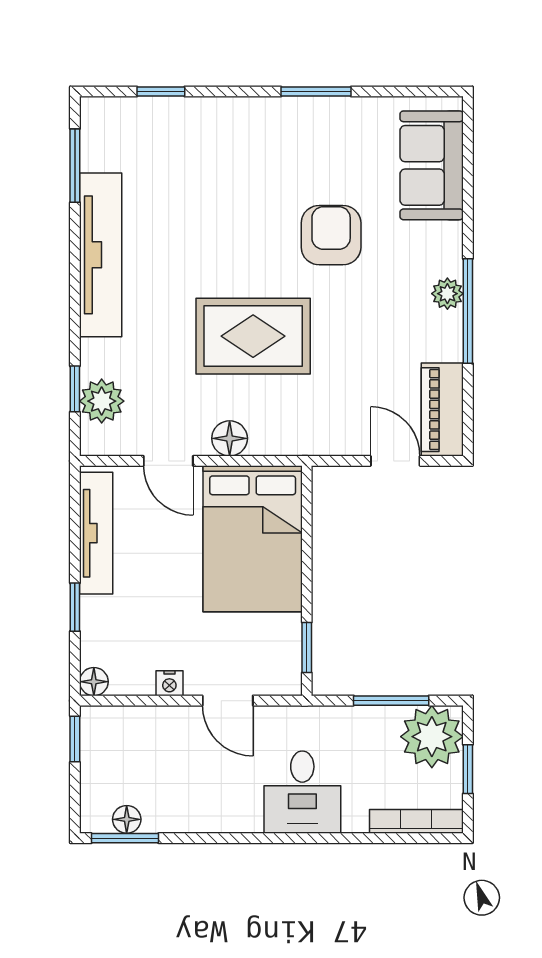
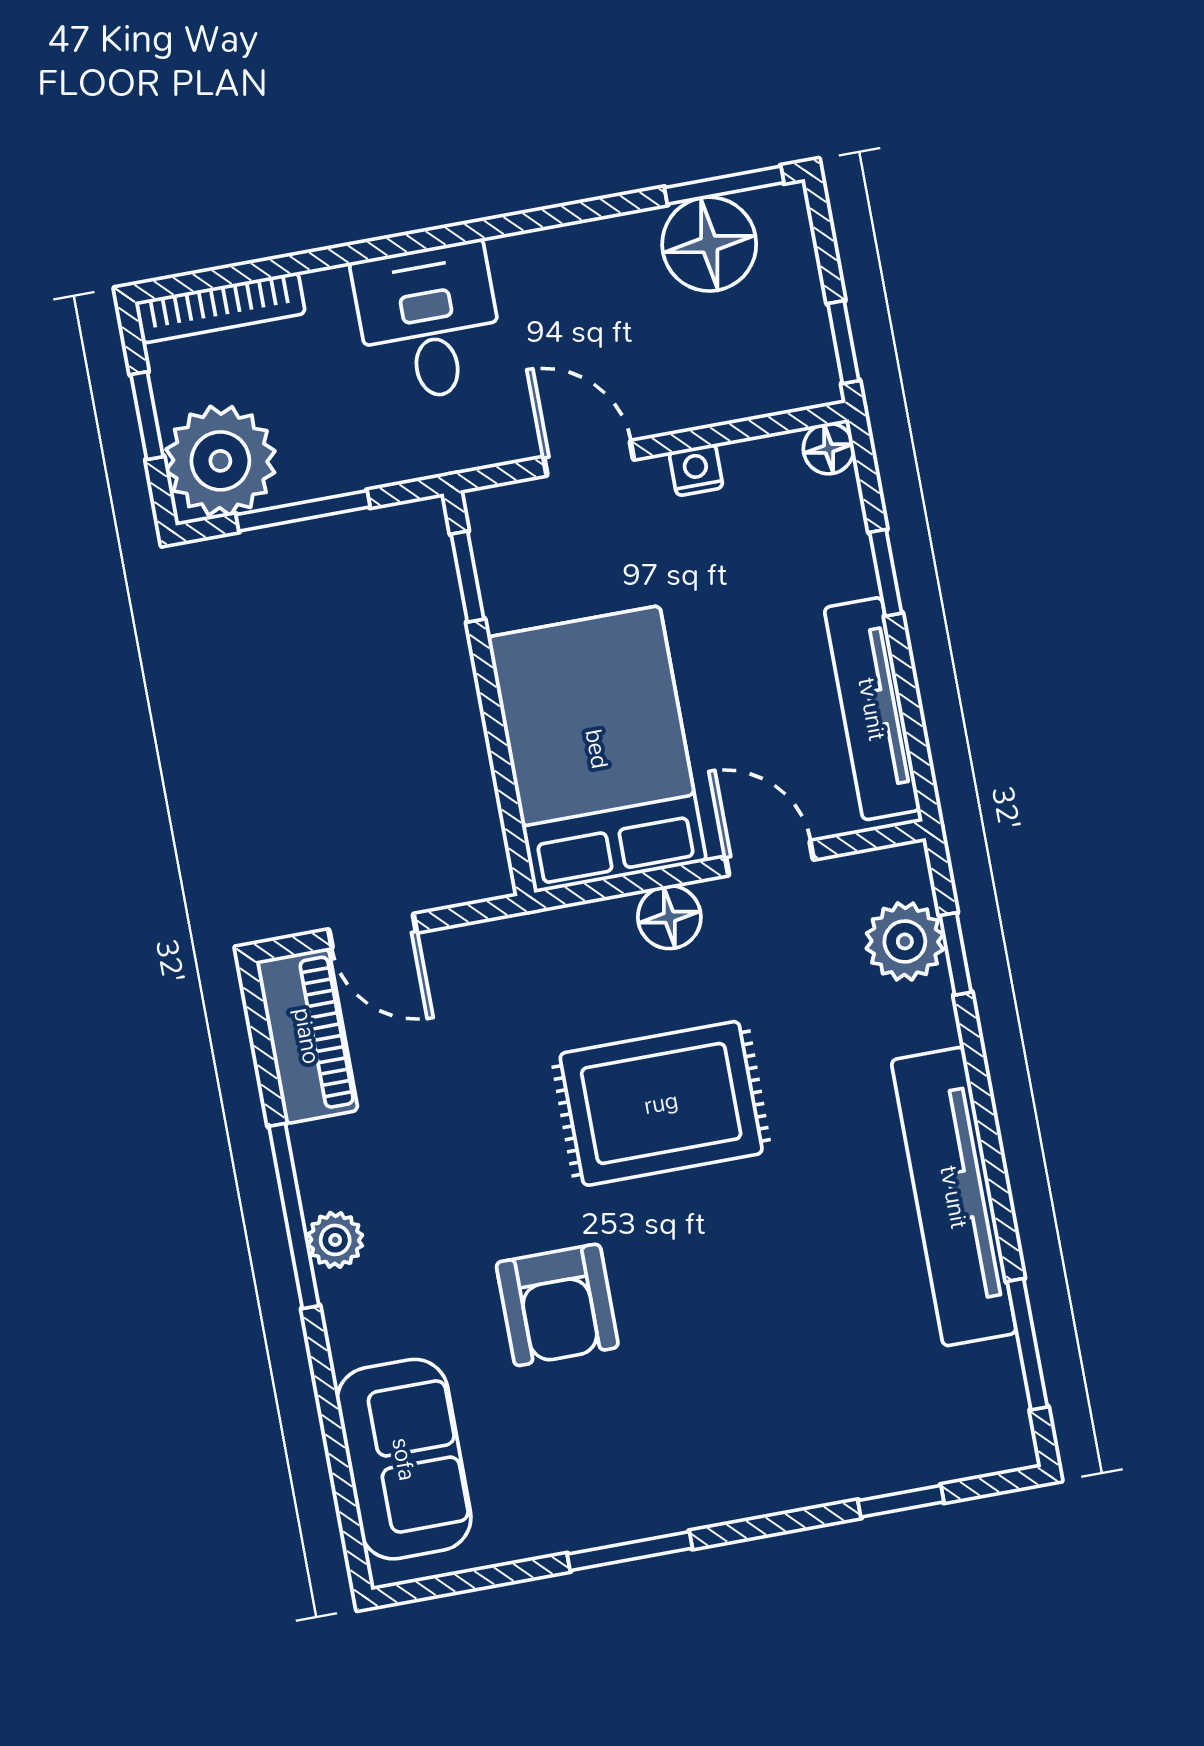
floor lamp: (127, 819) -> (709, 244), width x1.89, depth x1.89

